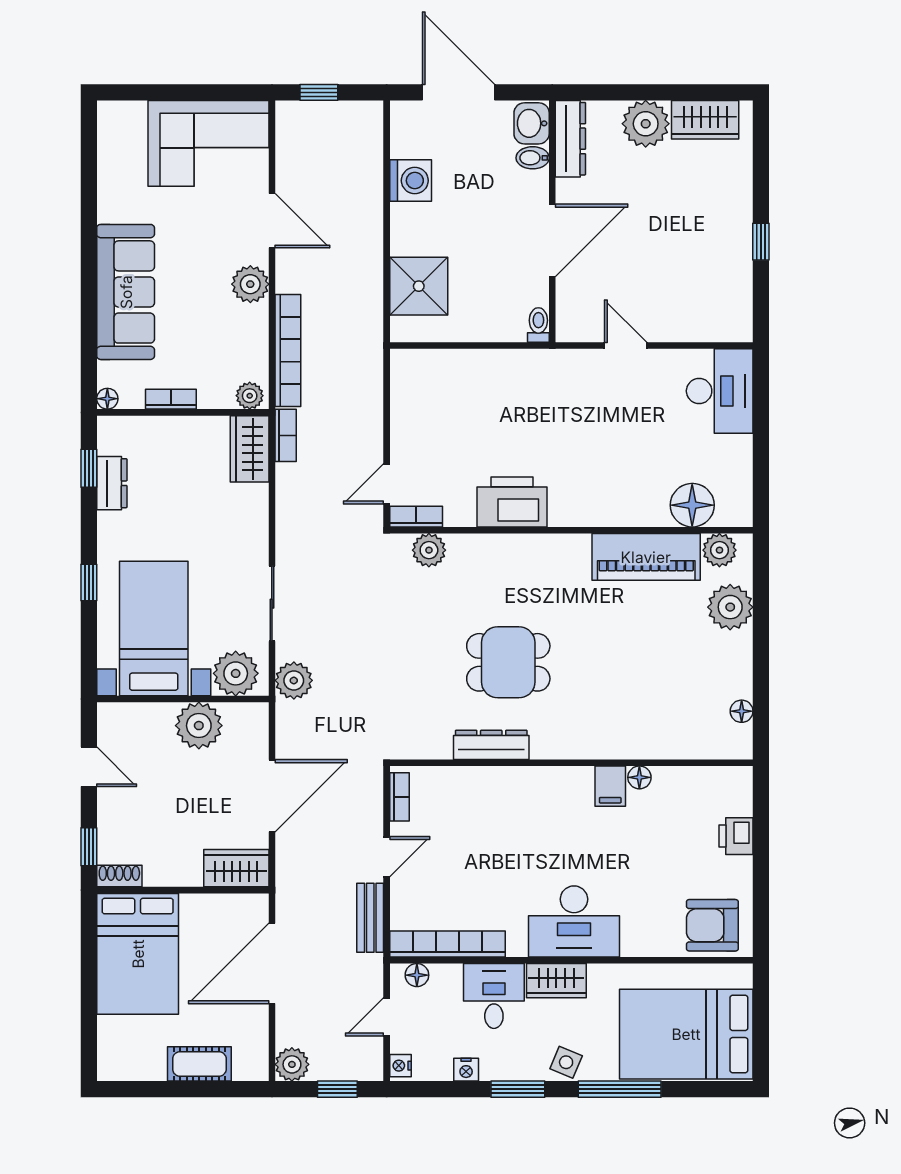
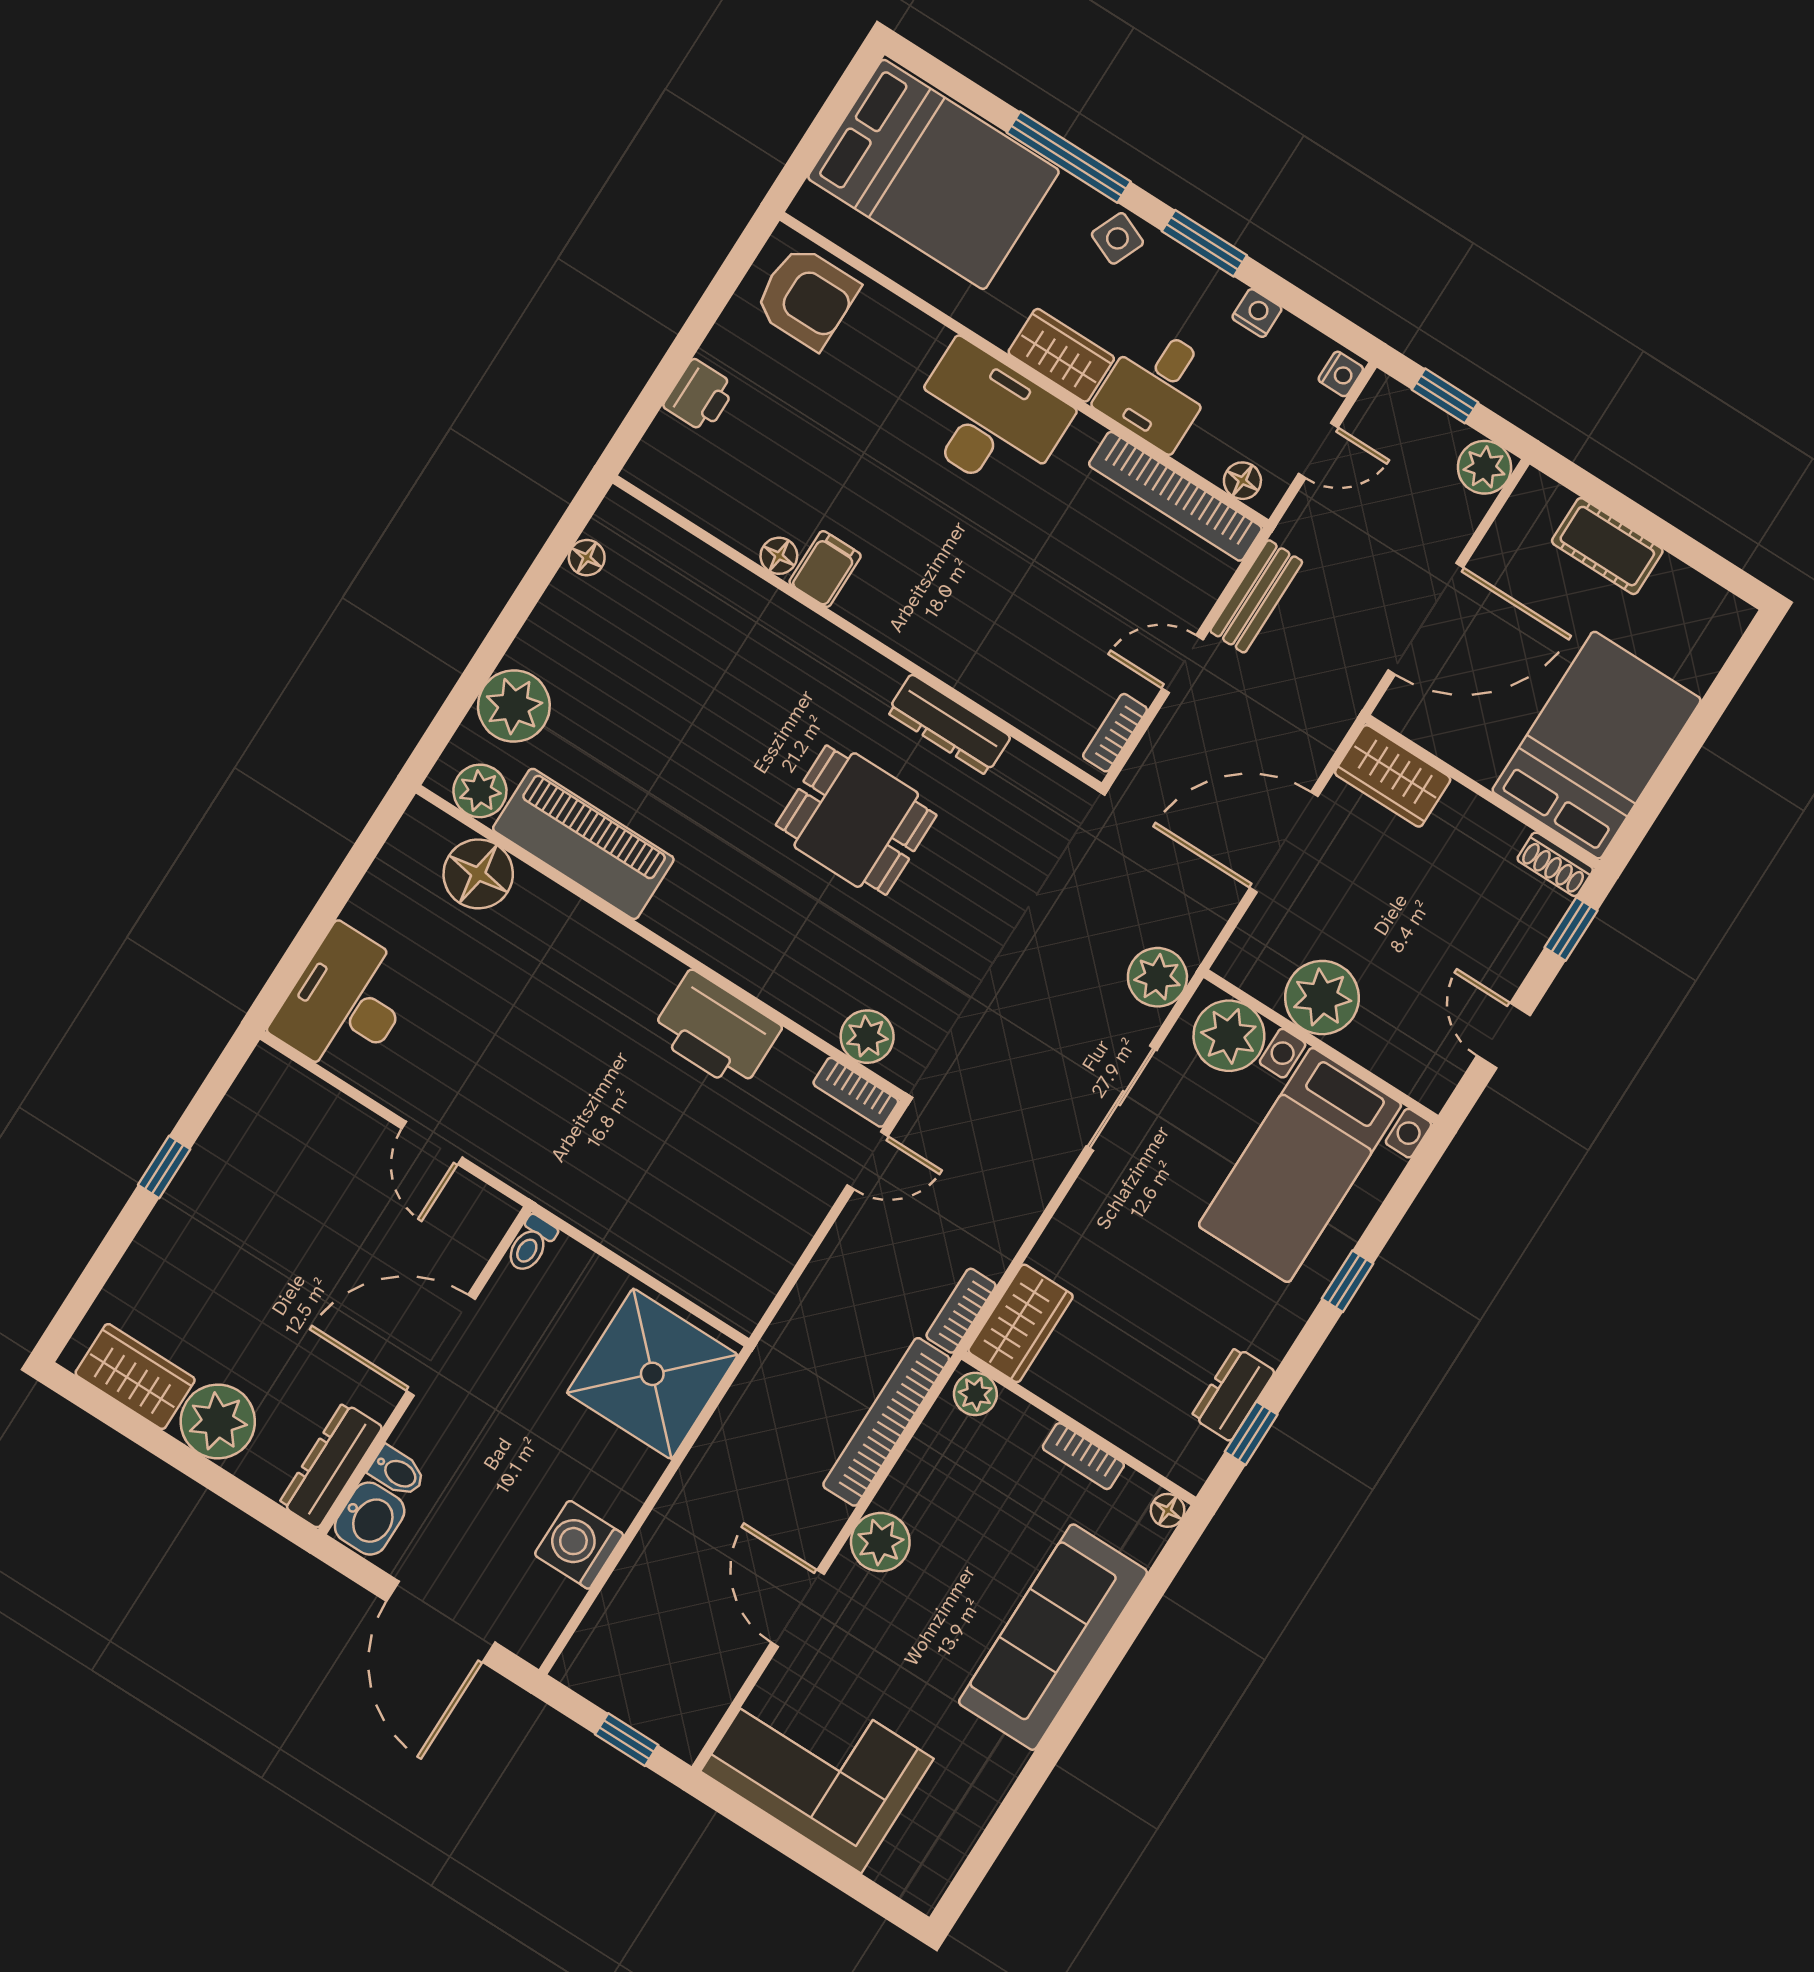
shower: (419, 286) -> (652, 1374), width x1.37, depth x1.37

